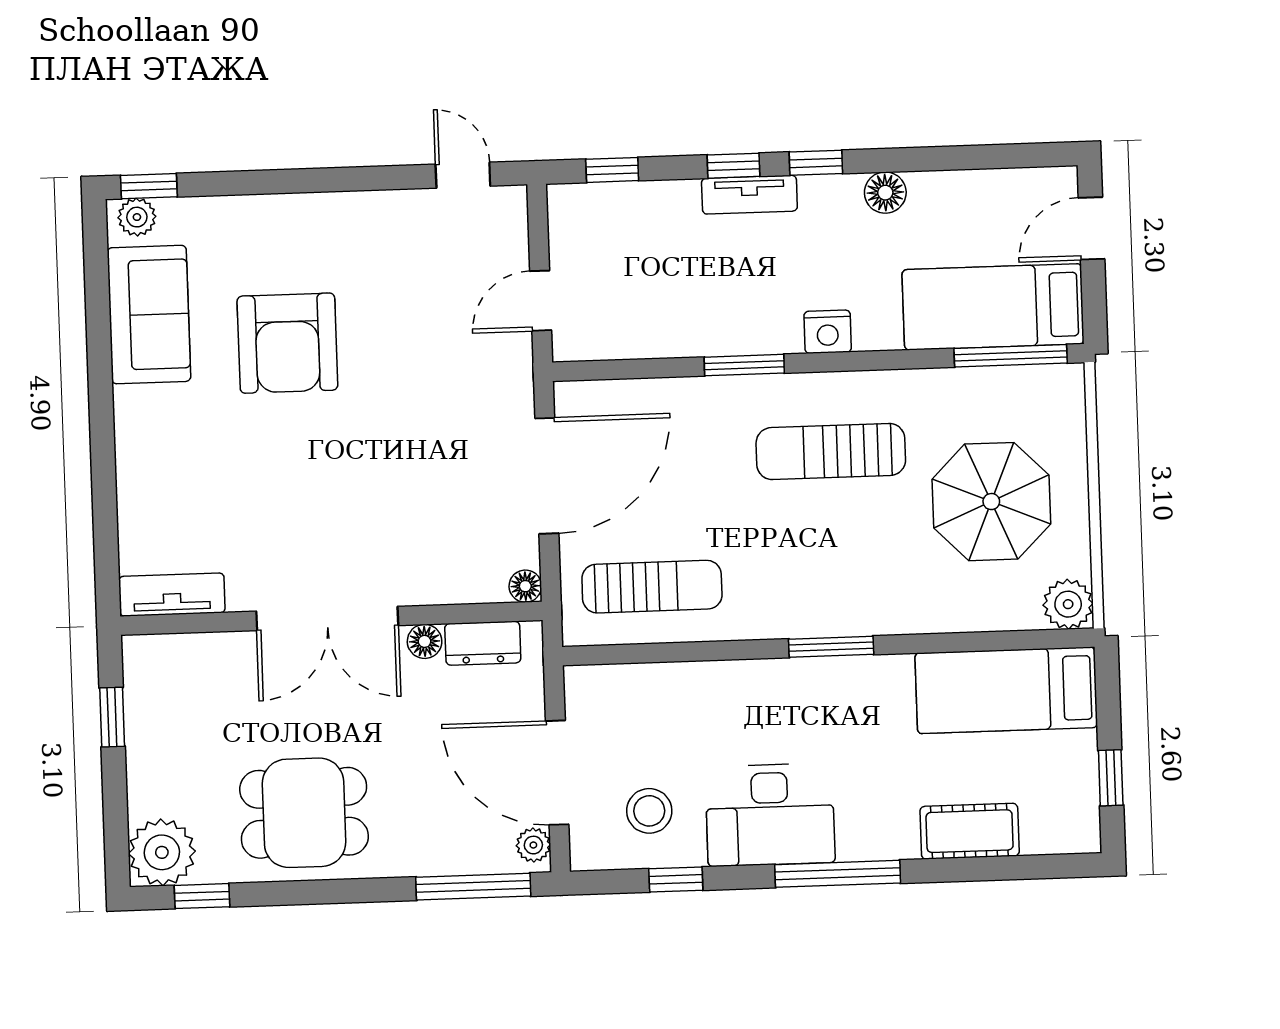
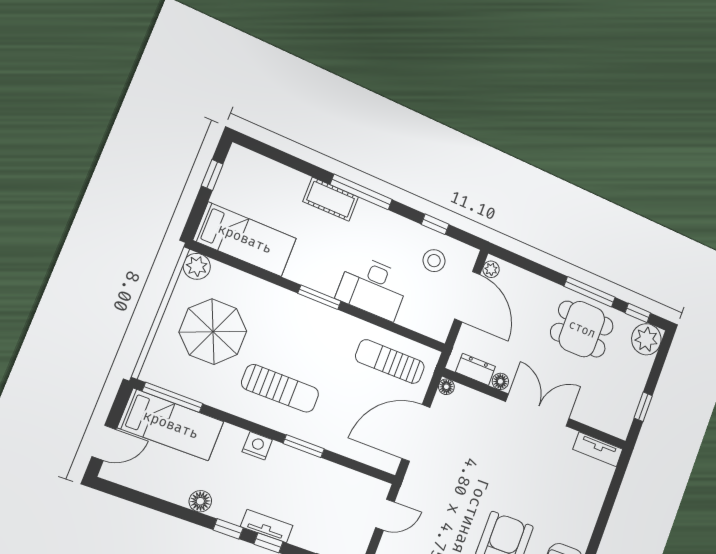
desk: (770, 815) -> (373, 287), moved, turned 180
cot: (970, 831) -> (331, 199), moved
window: (473, 887) -> (590, 292), moved

